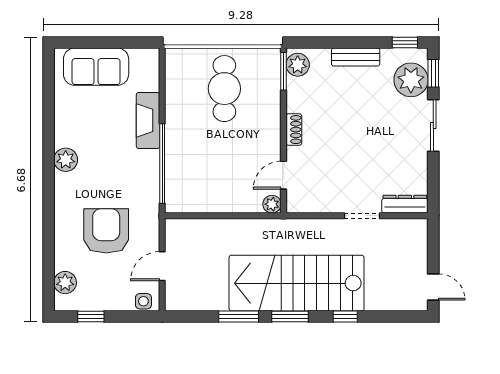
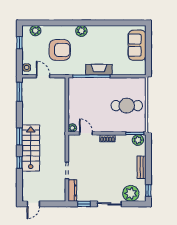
window: (433, 73) -> (84, 204), moved
fireplace: (148, 120) -> (99, 70), moved
plant: (66, 160) -> (81, 31), moved
stairs: (297, 283) -> (31, 148), width x0.73, depth x0.66
window: (239, 316) -> (19, 92), moved

